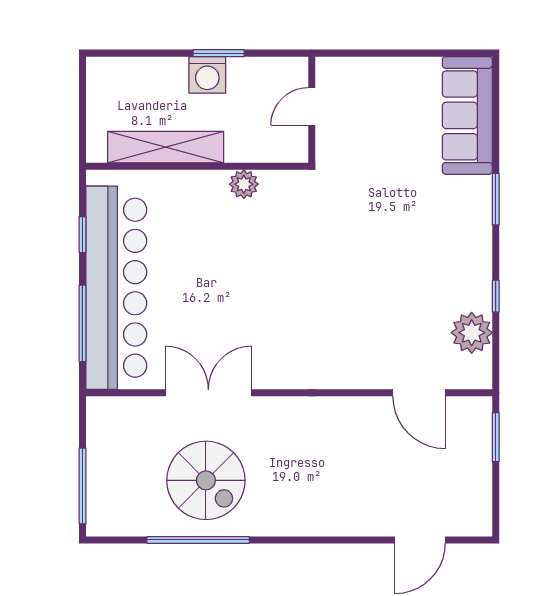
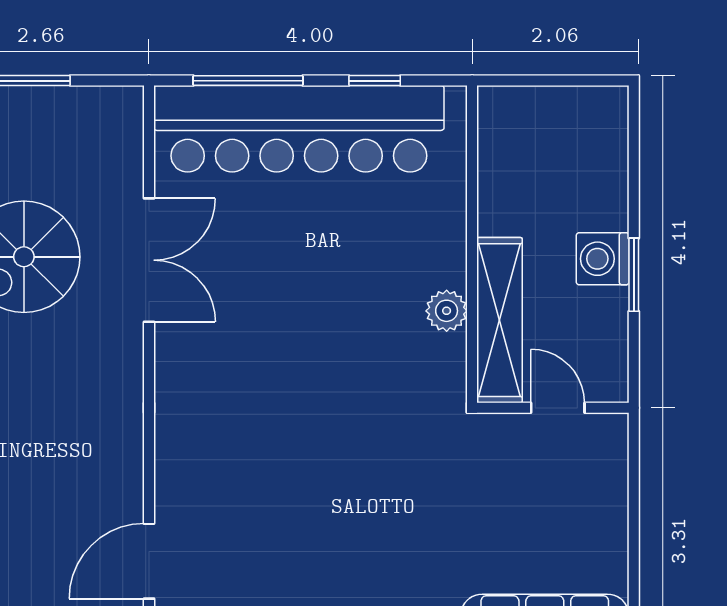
shelving: (166, 147) -> (500, 320), moved

